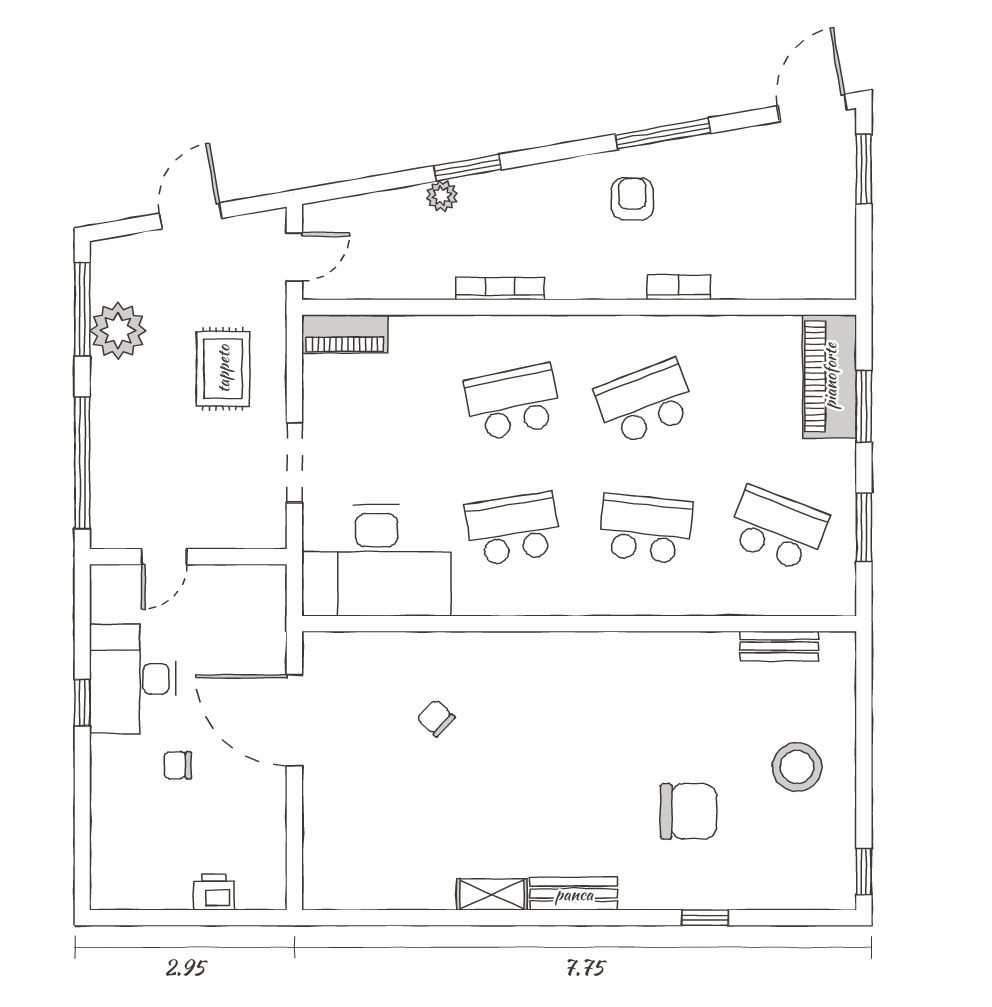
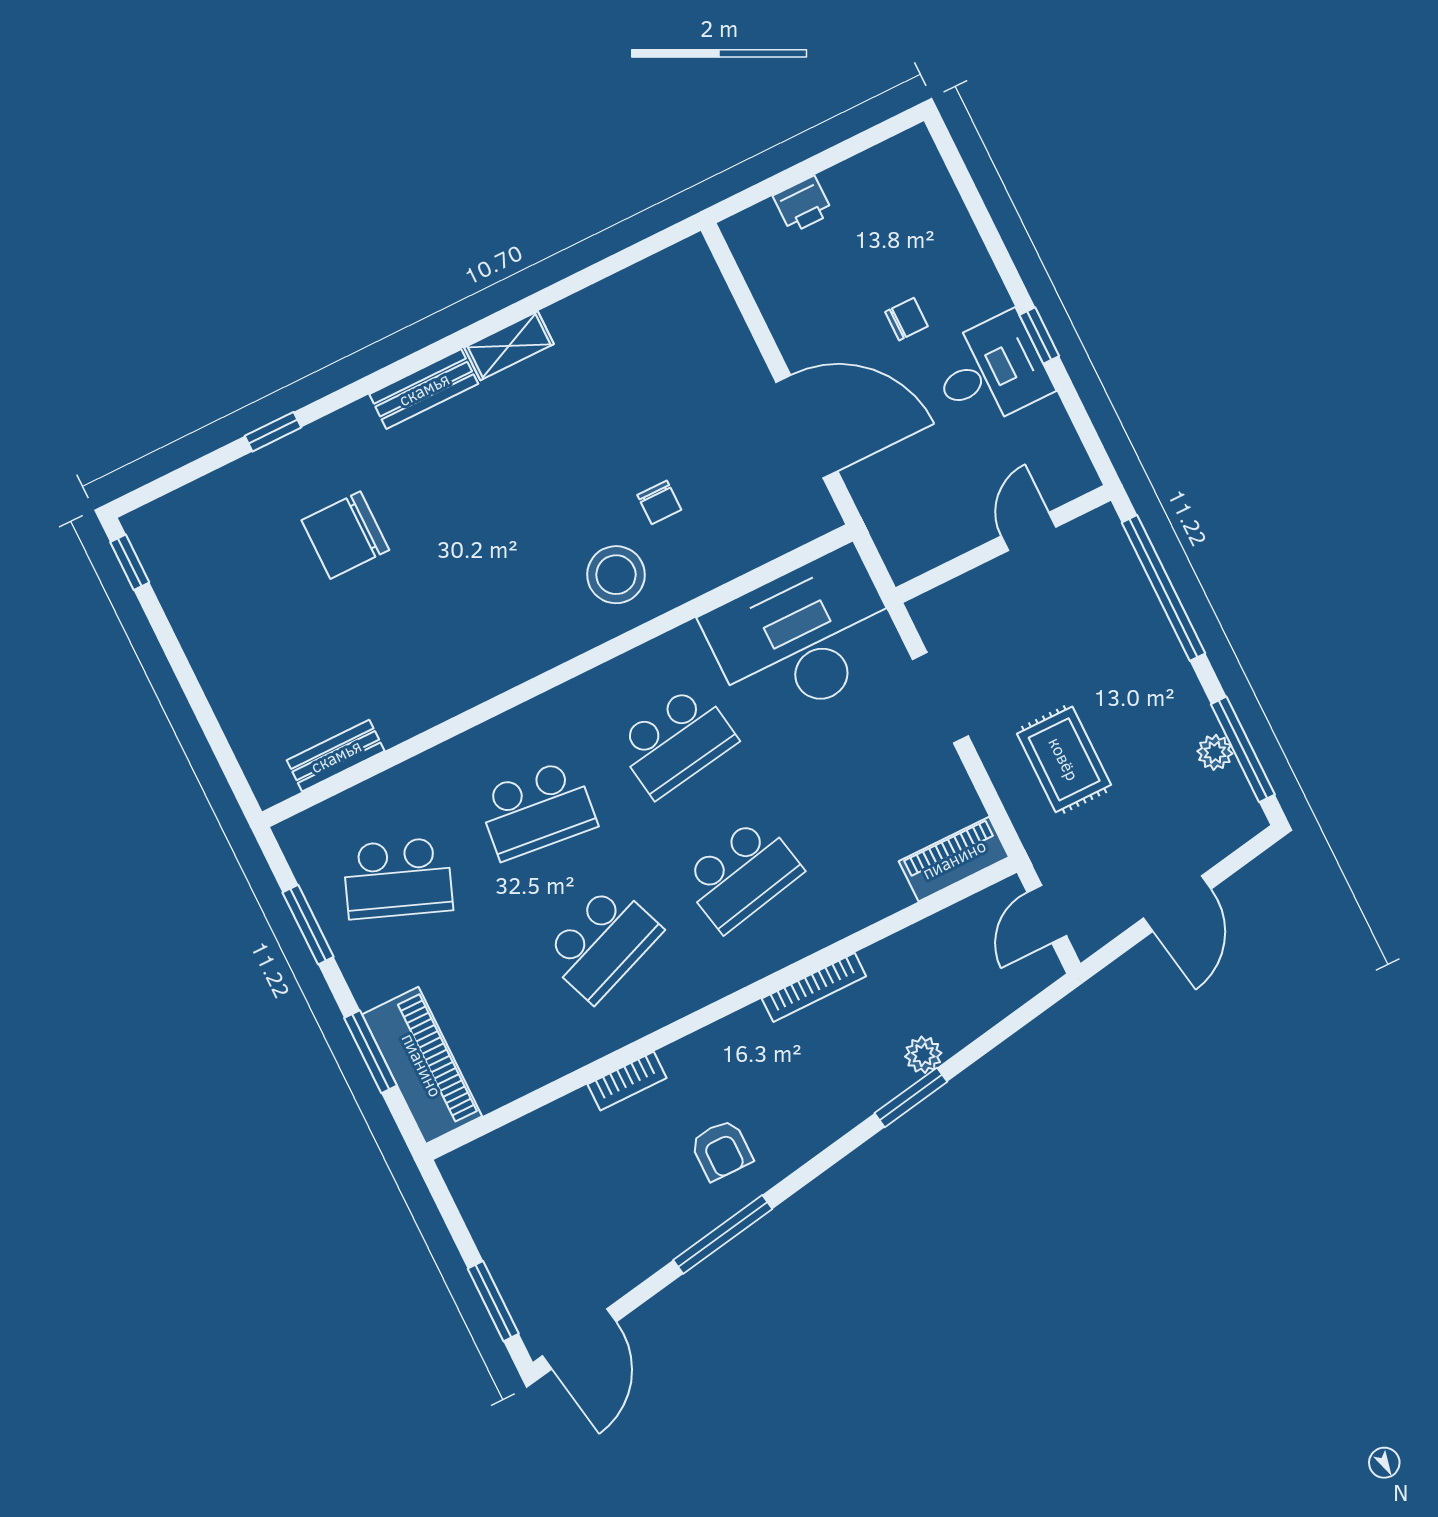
plant: (118, 331) -> (1215, 752), width x0.53, depth x0.53
desk: (133, 679) -> (991, 371), width x0.73
chair: (436, 718) -> (659, 502), turned 47
stool: (797, 767) -> (616, 575), moved

